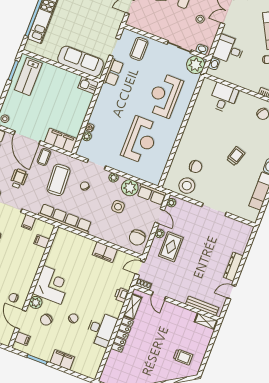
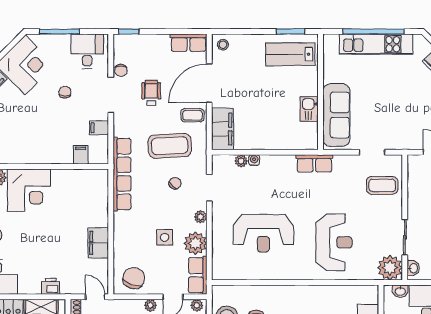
row of seats: (113, 72) -> (314, 163), moved
kitchen sink: (88, 85) -> (309, 109), moved
reception desk: (165, 95) -> (334, 242), turned 90
wheelchair: (19, 179) -> (151, 93), turned -90
chair: (137, 238) -> (134, 278), turned 109

